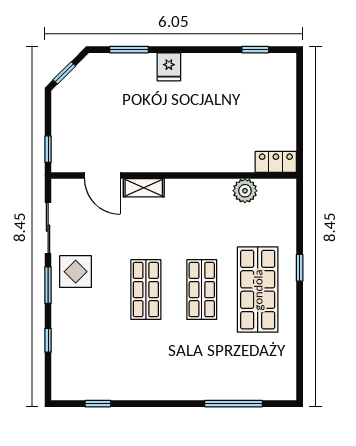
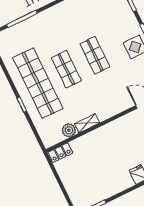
shelving: (144, 188) -> (87, 123), moved
shop shelf: (258, 290) -> (38, 83), width x1.40

